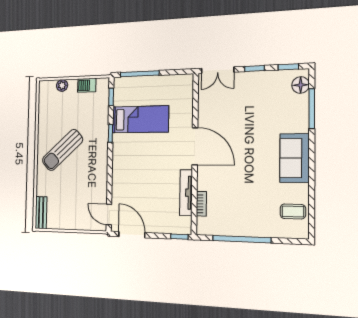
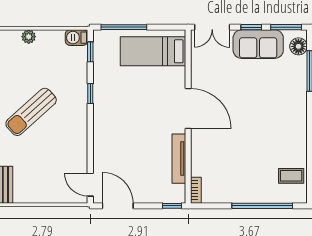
window: (288, 67) -> (286, 27), width x1.50
barbecue: (87, 85) -> (77, 38), moved
bed: (140, 119) -> (153, 51), moved, turned 180
sofa: (294, 158) -> (258, 44), moved, turned -90
bookcase: (201, 204) -> (196, 190), moved
window: (241, 239) -> (262, 206), moved

